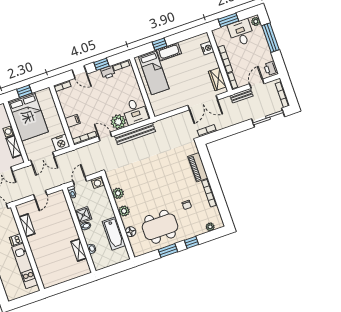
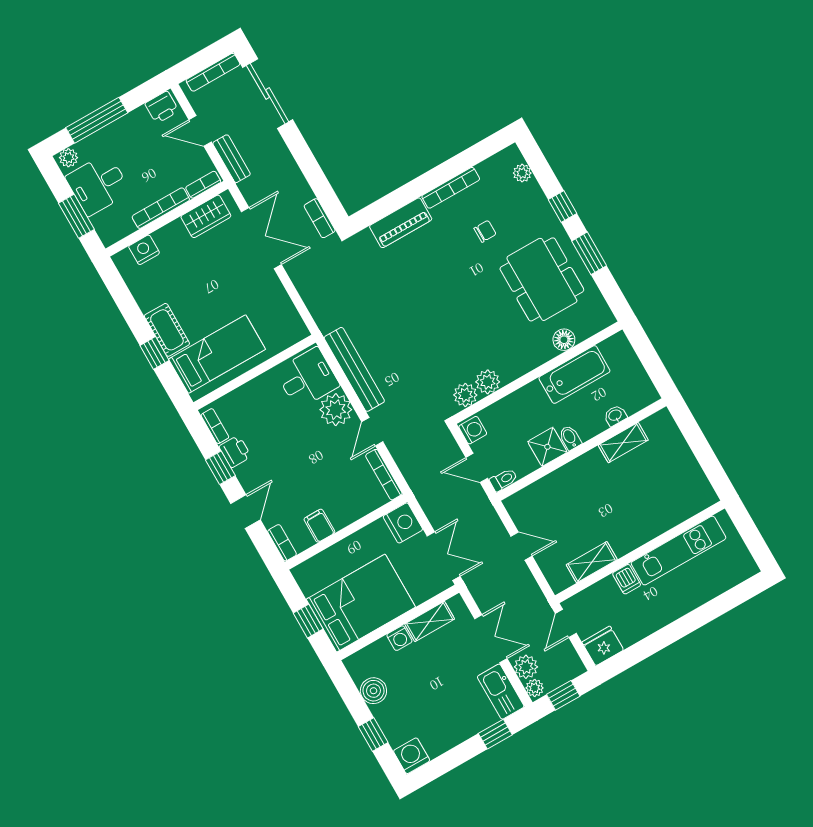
filing cabinet: (73, 121) -> (319, 526), moved
plant: (124, 211) -> (465, 395), moved

